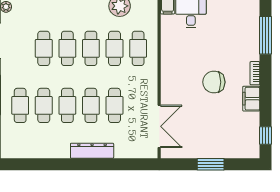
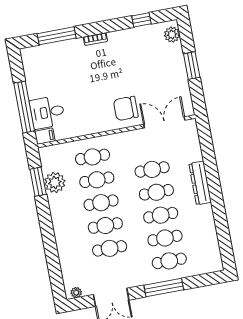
chair: (214, 82) -> (126, 108), moved, turned 90
filing cabinet: (251, 99) -> (121, 38), removed
window: (265, 136) -> (141, 20), moved
plant: (245, 150) -> (172, 35), added

